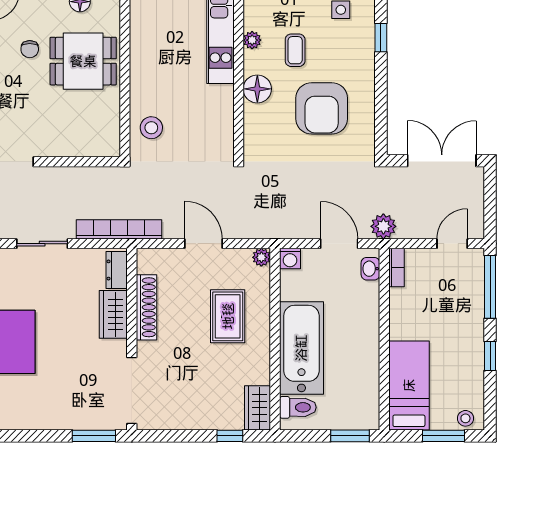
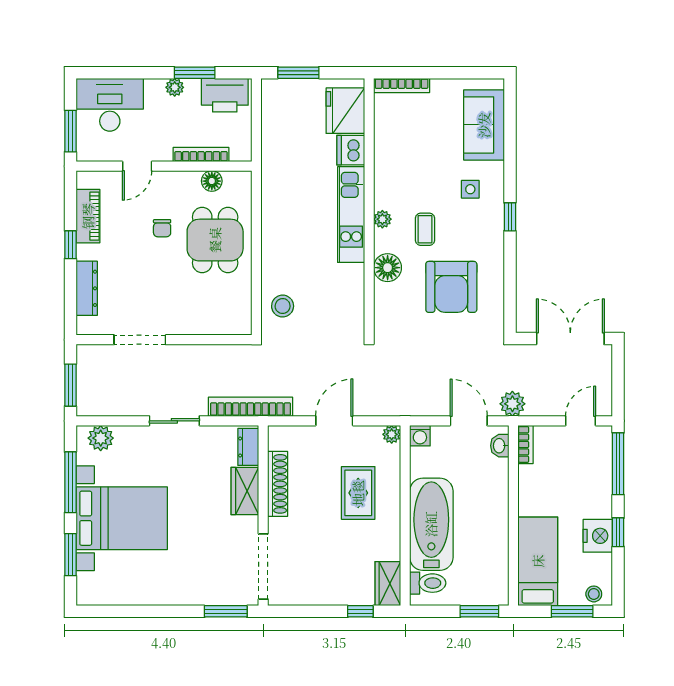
dining table: (83, 61) -> (215, 240), turned 90
door: (203, 244) -> (334, 421), hinge flipped
nightstand: (470, 360) -> (598, 536), added

